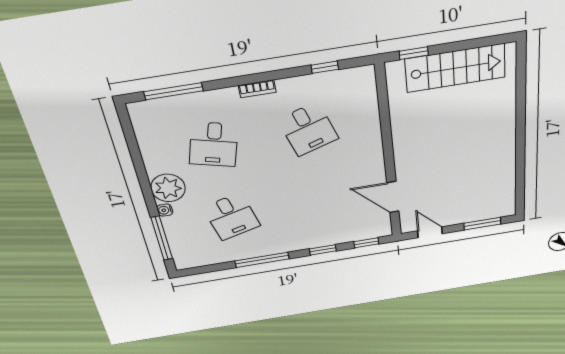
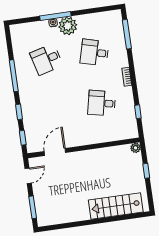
window: (414, 53) -> (146, 171), moved
stairs: (455, 68) -> (116, 206), moved, turned 90
plant: (394, 69) -> (136, 148), added
desk: (308, 129) -> (102, 103), turned 30
window: (162, 238) -> (55, 16), moved

